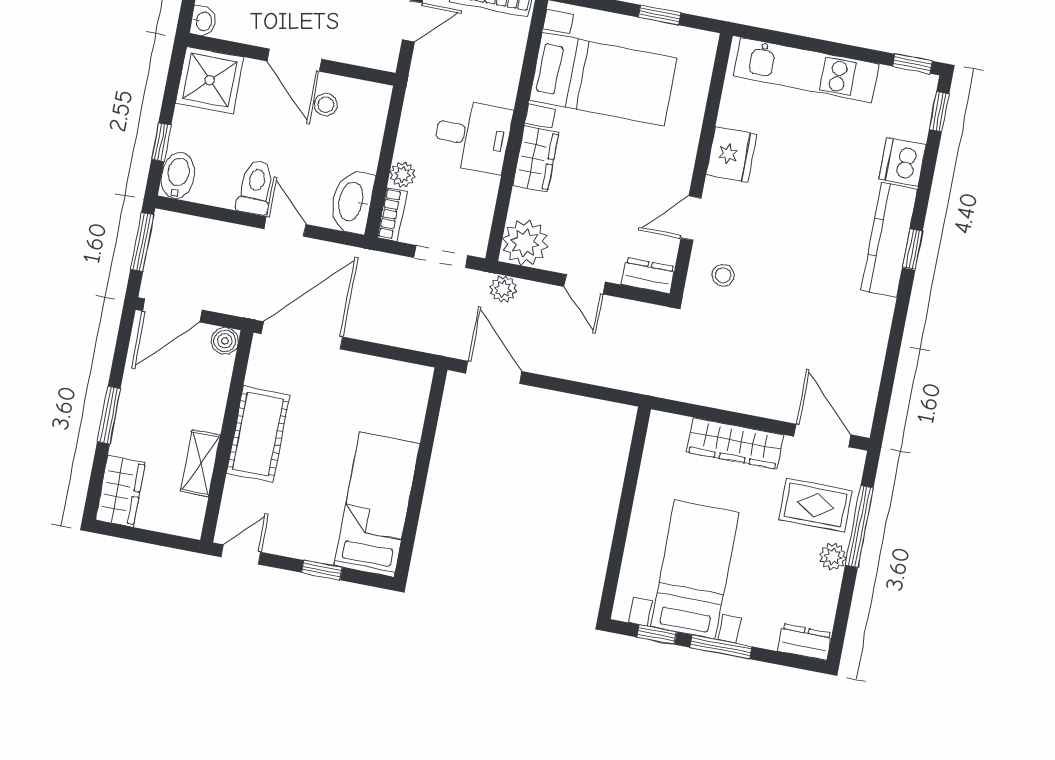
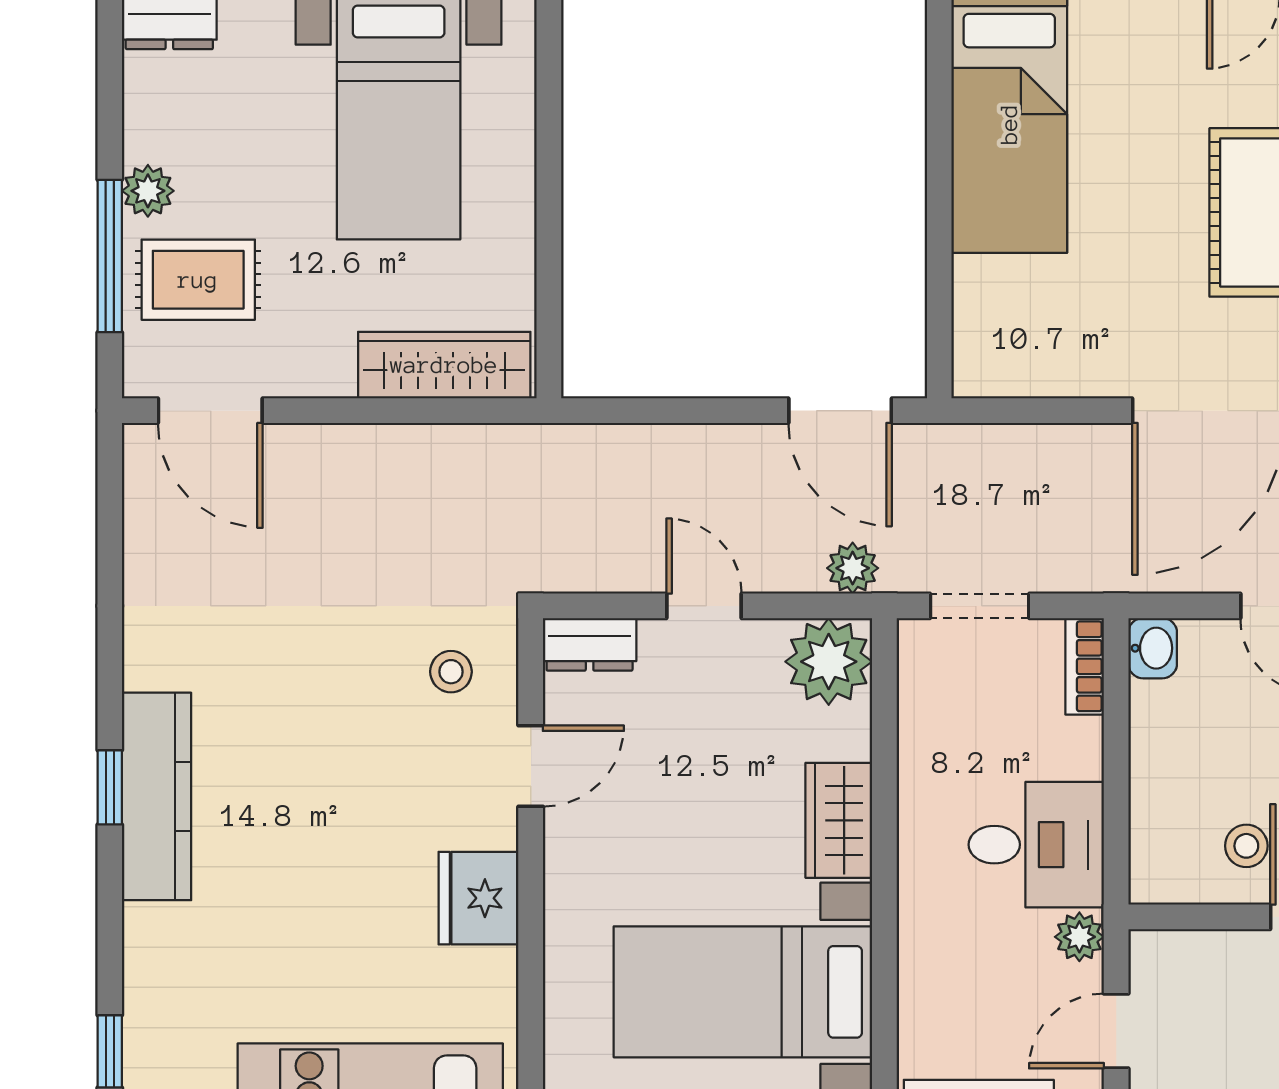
desk: (472, 136) -> (1036, 845), moved, turned 180
dishwasher: (903, 162) -> (160, 945), removed
plant: (403, 174) -> (1079, 937), moved
washbasin: (352, 202) -> (1153, 648), width x0.52, depth x0.69
wardrobe: (735, 443) -> (444, 365), moved

